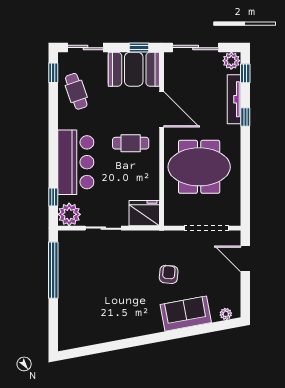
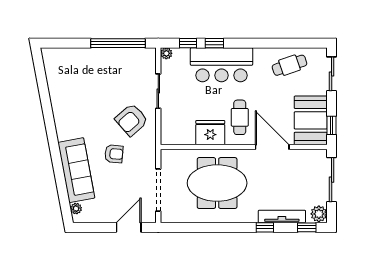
window: (53, 73) -> (214, 43), moved
door: (162, 109) -> (272, 147), swing flipped
meeting table: (199, 167) -> (217, 183), turned 90
fridge: (144, 213) -> (210, 133), moved, turned -90
plant: (69, 214) -> (166, 53), width x0.53, depth x0.53
armchair: (133, 256) -> (132, 120), added
sofa: (186, 314) -> (76, 170), width x1.36

